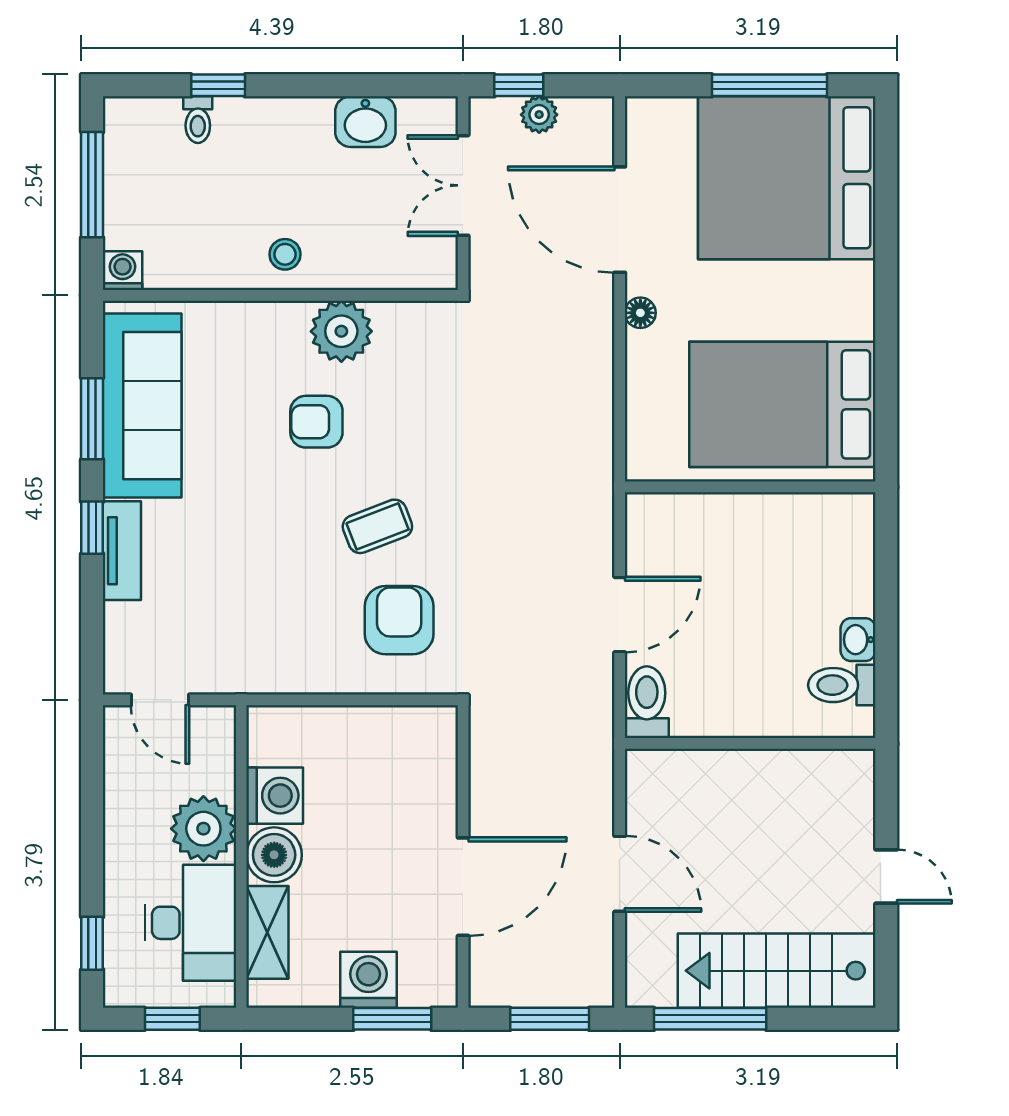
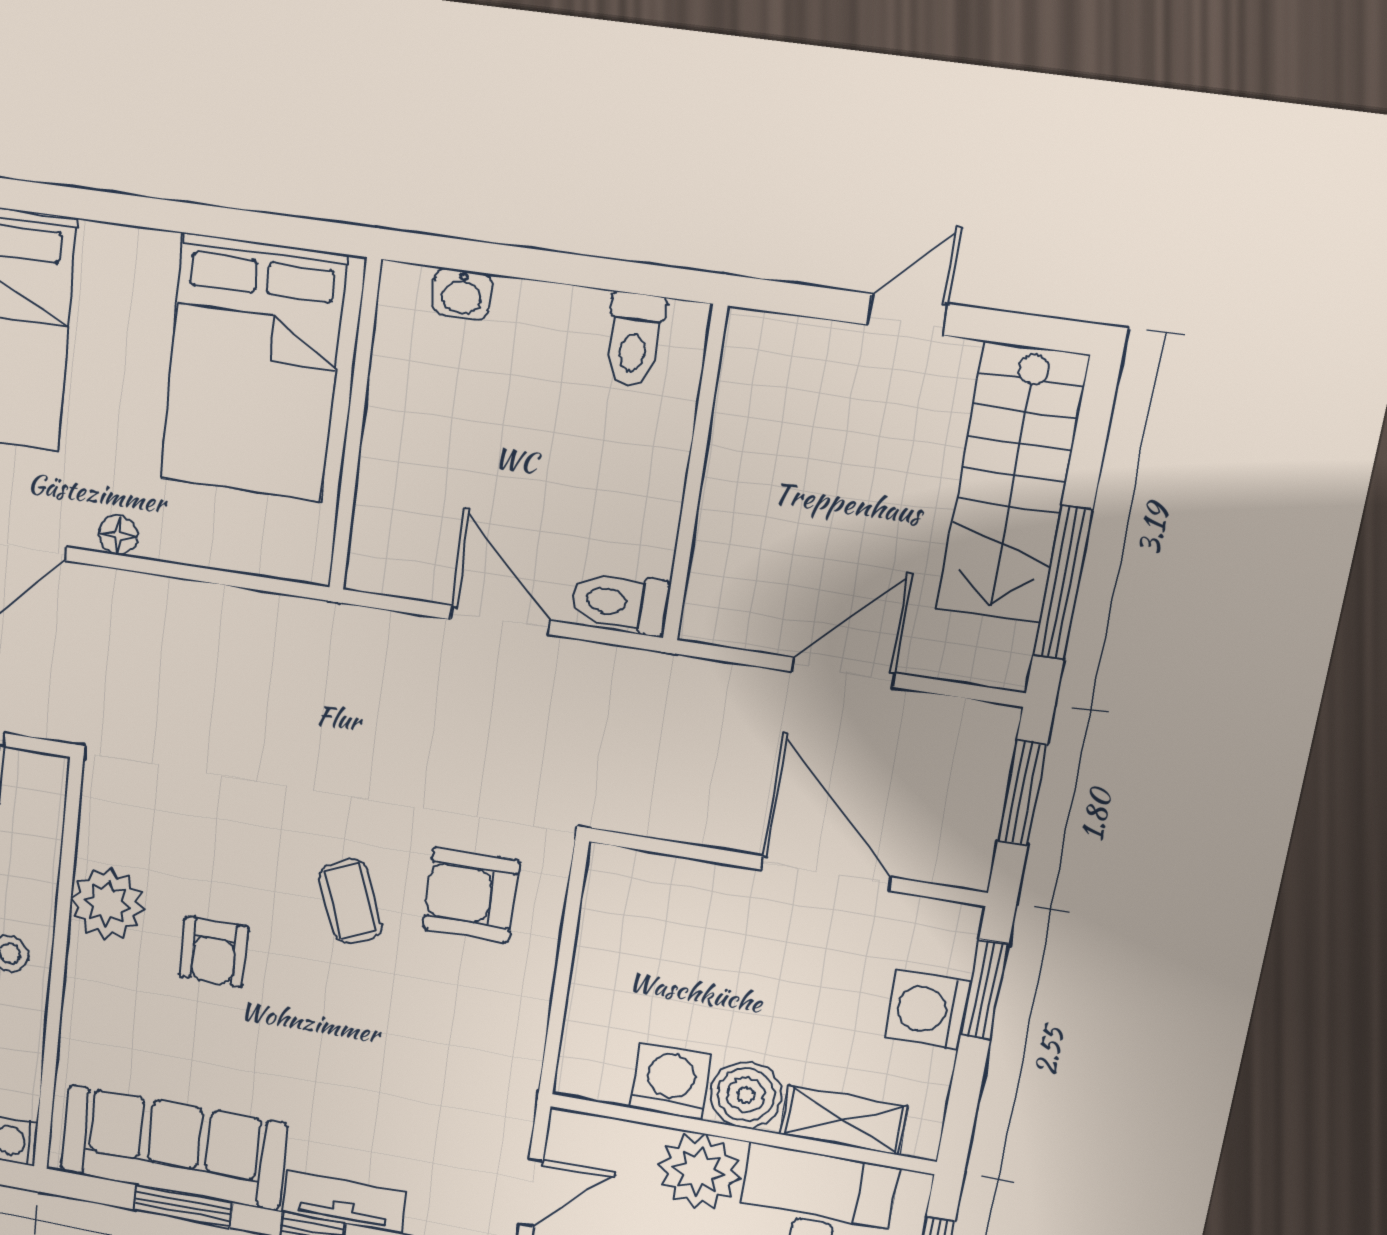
washbasin: (858, 640) -> (462, 294), moved

